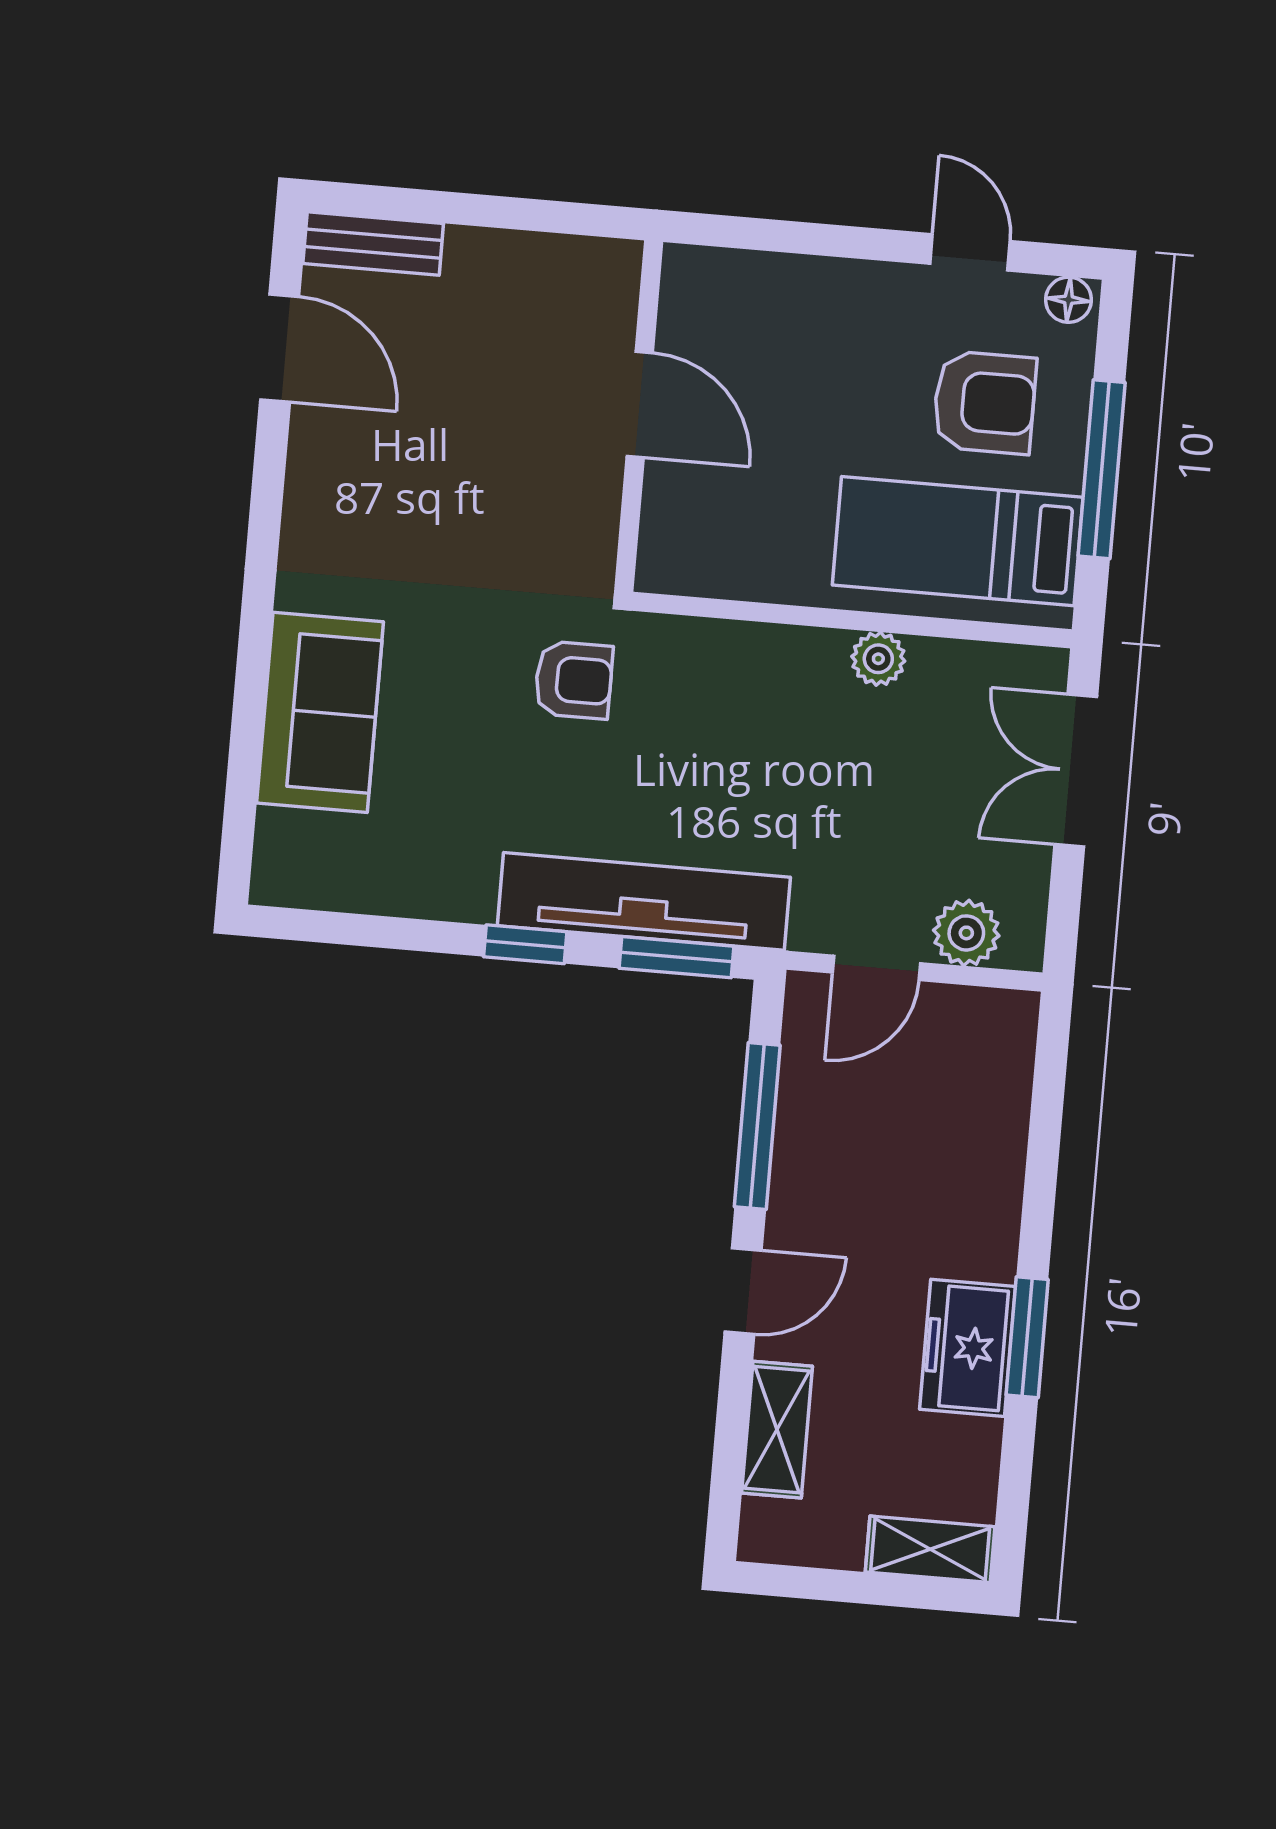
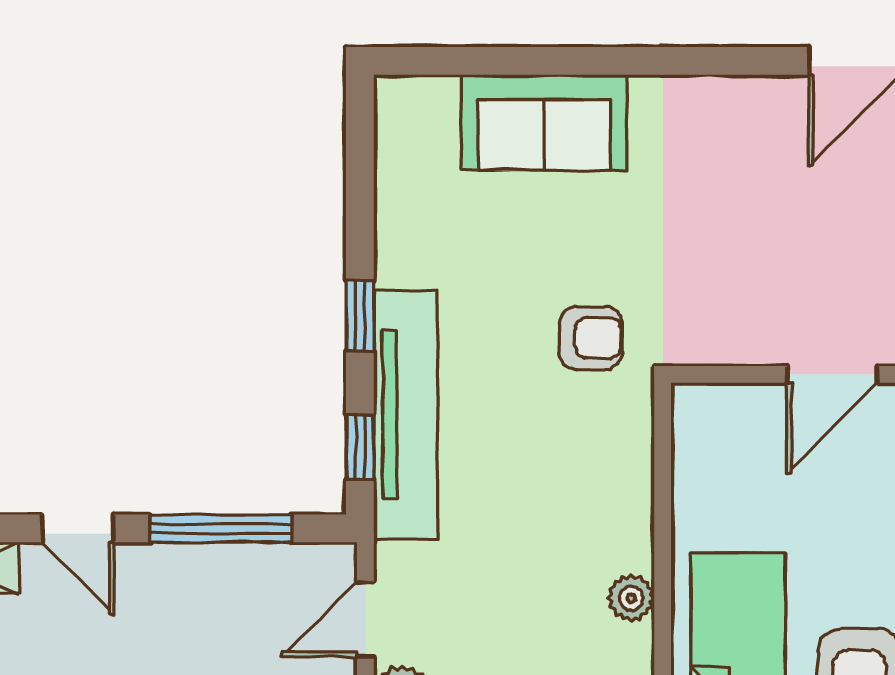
armchair: (574, 680) -> (591, 338), turned -90
window: (677, 957) -> (360, 447), width x0.67
door: (876, 968) -> (365, 619), hinge flipped

